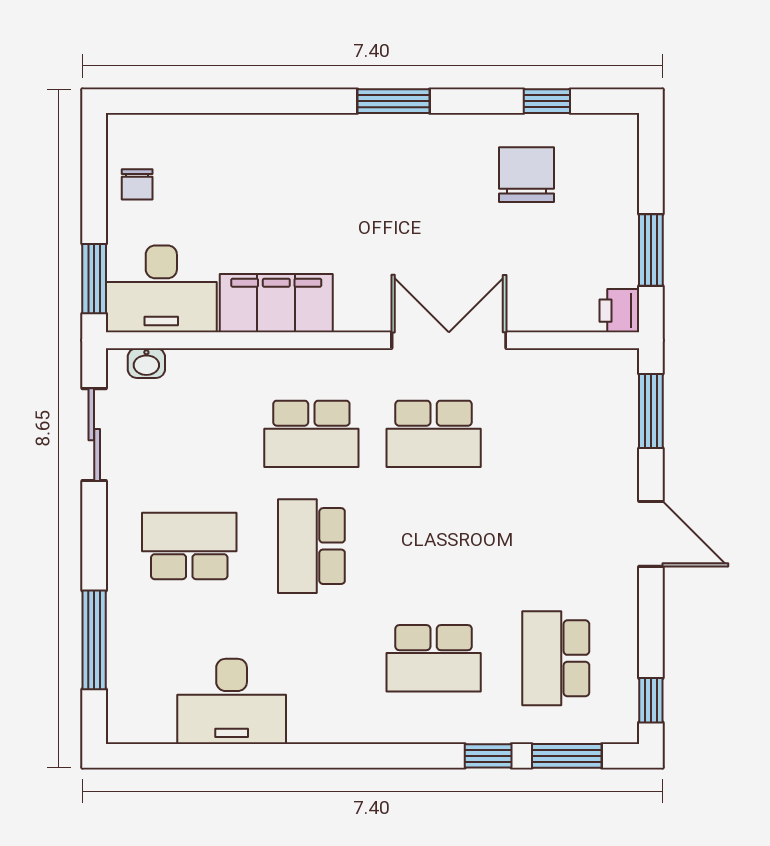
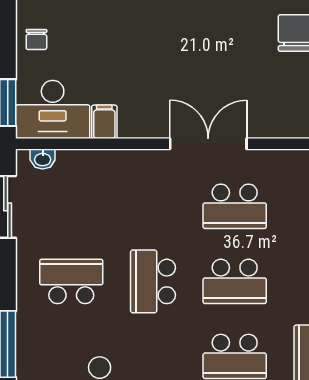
filing cabinet: (276, 303) -> (104, 122), width x0.33, depth x0.86
double door: (449, 340) -> (208, 144), moved
school desk: (311, 434) -> (235, 281), moved

